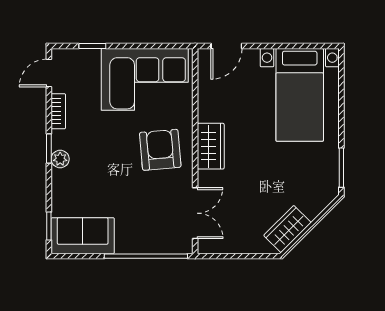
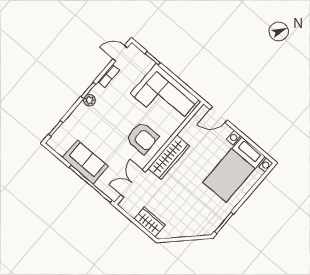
wardrobe: (211, 146) -> (169, 157), width x1.50
armchair: (160, 150) -> (142, 138), turned 95
double door: (195, 213) -> (133, 184), swing flipped
wardrobe: (287, 229) -> (150, 222), moved, turned 45
sofa: (83, 236) -> (85, 162), moved

